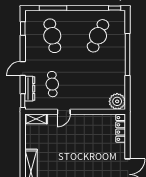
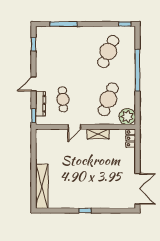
cafe table: (52, 36) -> (108, 99), moved, turned 33
shelving: (36, 119) -> (98, 134), moved
locker: (121, 128) -> (131, 138), width x0.66

